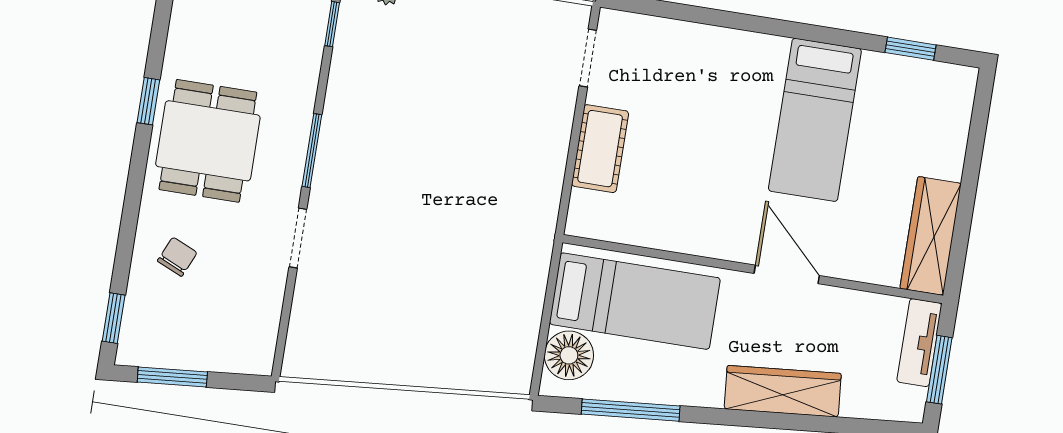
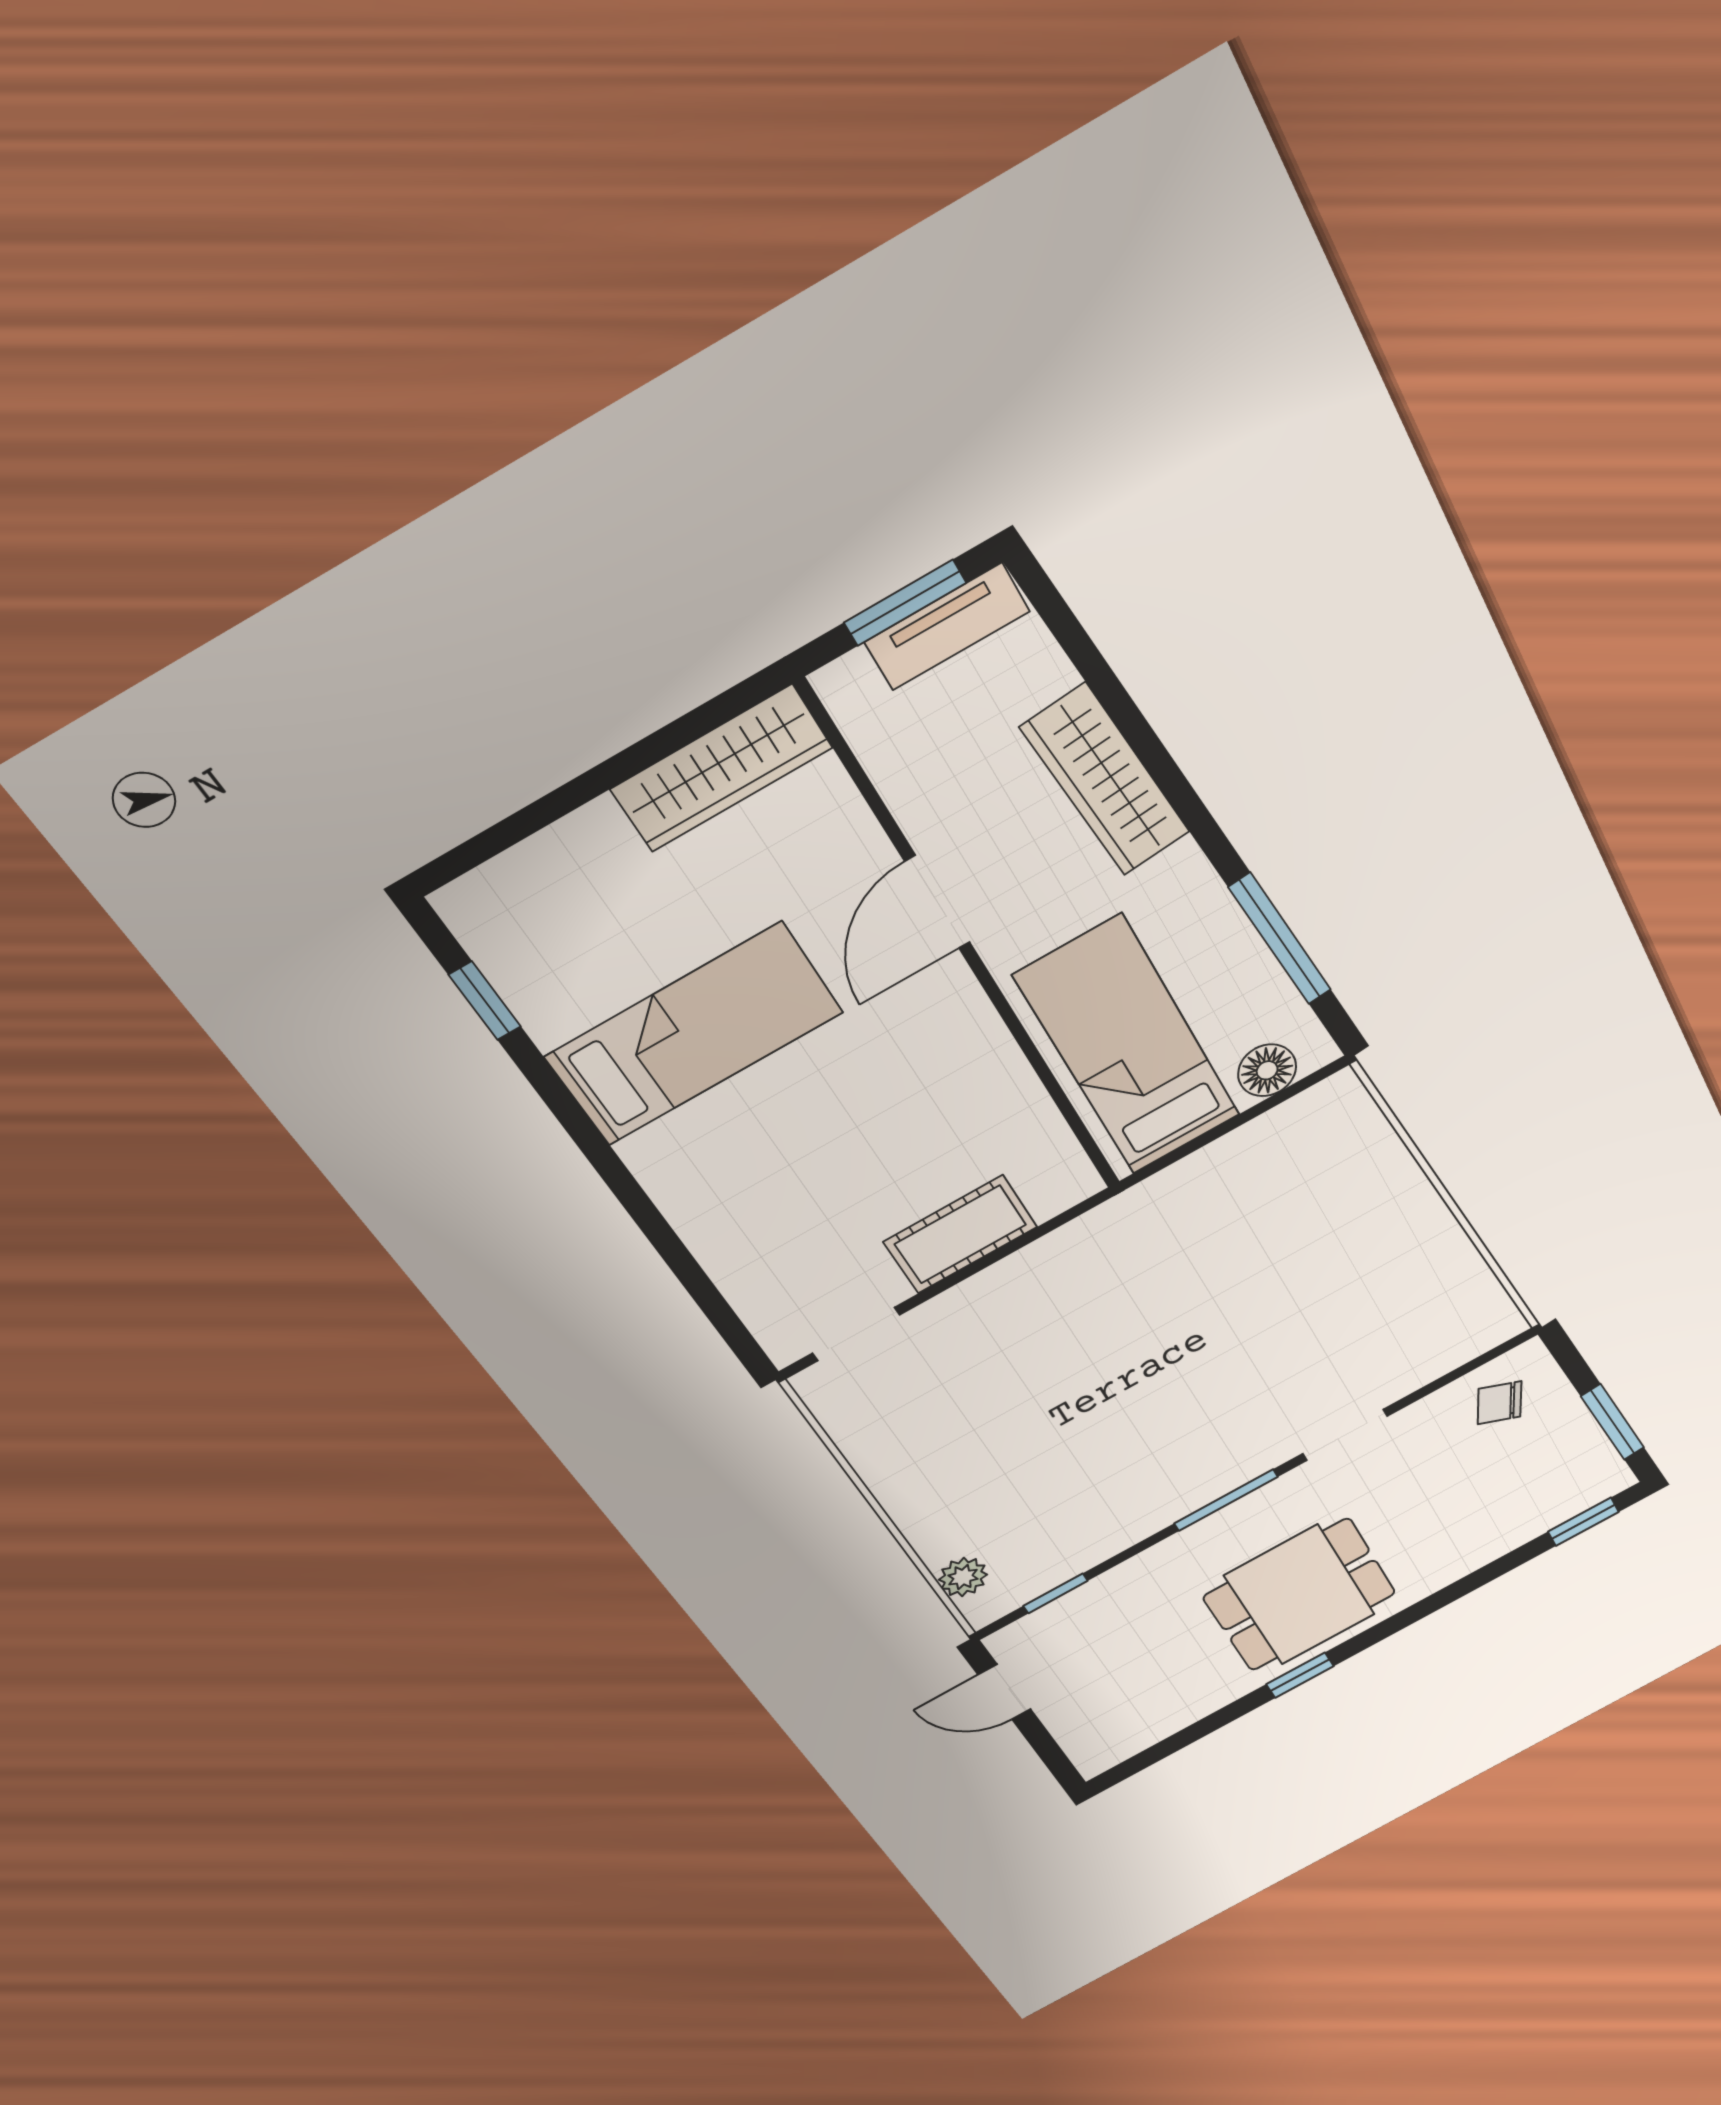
chair: (177, 257) -> (1499, 1403), moved
tv unit: (919, 343) -> (947, 627), moved
floor lamp: (569, 355) -> (1267, 1070), width x0.73, depth x0.73

